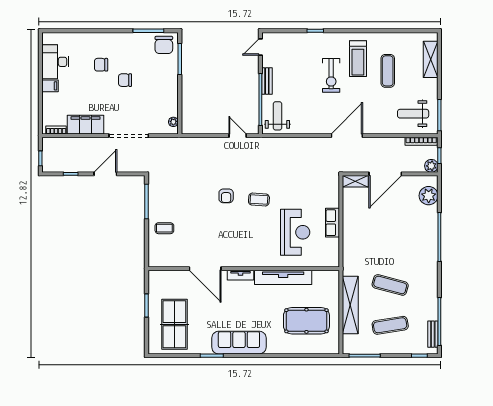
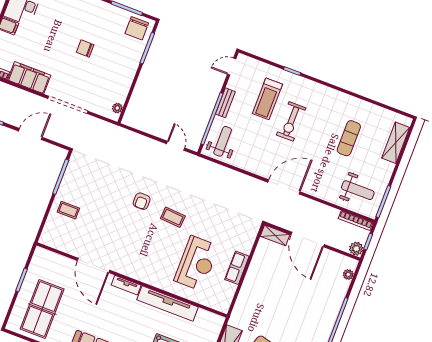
treadmill: (358, 59) -> (267, 99), moved
chair: (101, 65) -> (67, 24), removed
weight bench: (413, 114) -> (358, 190), turned 180
door: (385, 174) -> (308, 239), hinge flipped
plant: (429, 196) -> (348, 275), width x0.53, depth x0.53

